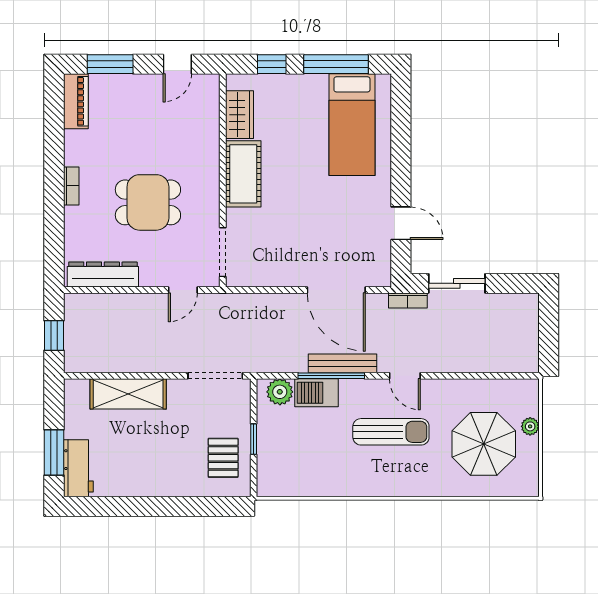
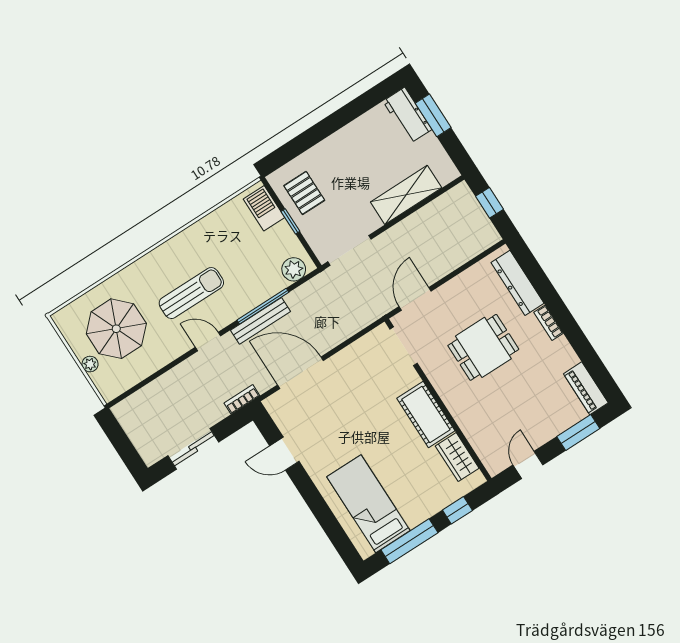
dresser: (103, 274) -> (518, 283), moved, turned 90
sliding door: (457, 283) -> (193, 449), moved
door: (183, 290) -> (415, 299), width x1.38
barbecue: (316, 393) -> (264, 208), moved, turned -90
sun lounger: (391, 432) -> (191, 293), turned 180

